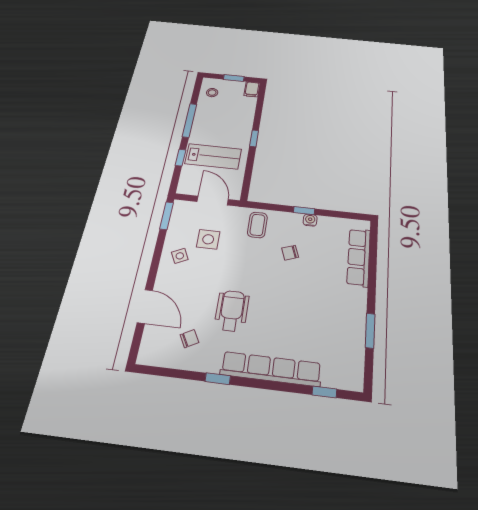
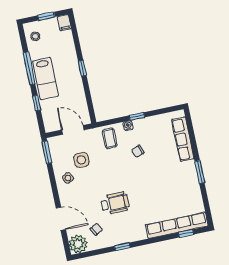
lab bench: (213, 156) -> (45, 79), moved, turned 90
water cooler: (310, 220) -> (128, 126), moved
wheelchair: (232, 311) -> (115, 203), turned 90
window: (370, 331) -> (200, 172), moved
plant: (153, 351) -> (78, 244), added
row of seats: (271, 369) -> (177, 225), moved

